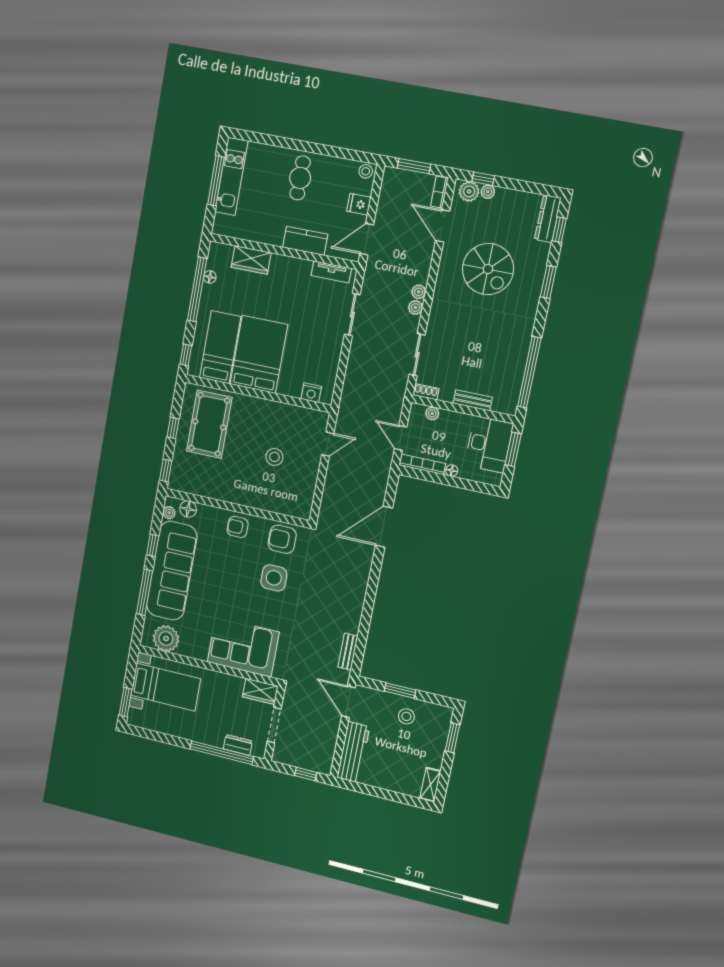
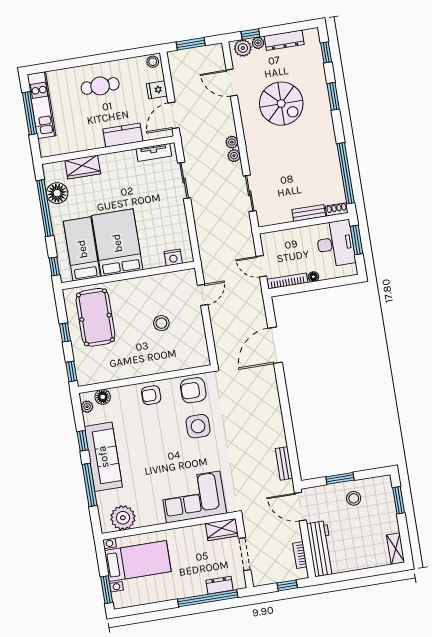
cafe table: (300, 178) -> (100, 86), turned 90
bookcase: (439, 192) -> (300, 555), moved
dresser: (548, 219) -> (284, 40), moved, turned -90
floor lamp: (210, 277) -> (57, 193), width x1.89, depth x1.89
shoe rack: (426, 392) -> (337, 209), moved
plant: (432, 413) -> (280, 236), removed
sofa: (172, 571) -> (103, 457), width x0.74, depth x0.79

